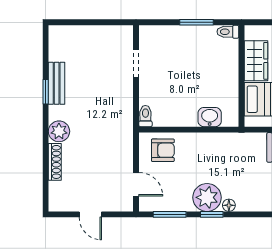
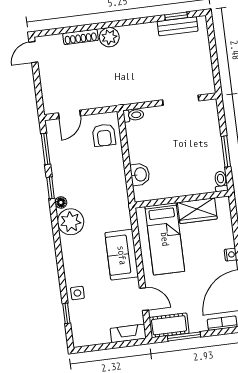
doorway: (136, 64) -> (181, 100), width x1.38
bench: (57, 83) -> (178, 26), moved
window: (46, 92) -> (176, 16), moved
plant: (207, 197) -> (71, 222), moved
door: (90, 214) -> (33, 52), moved

